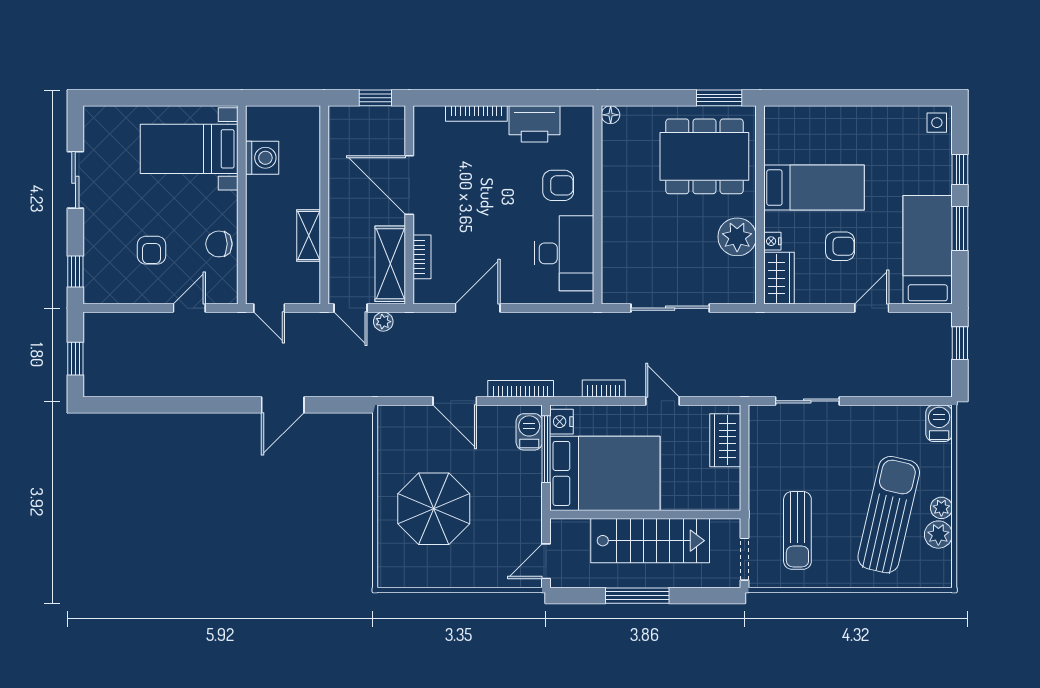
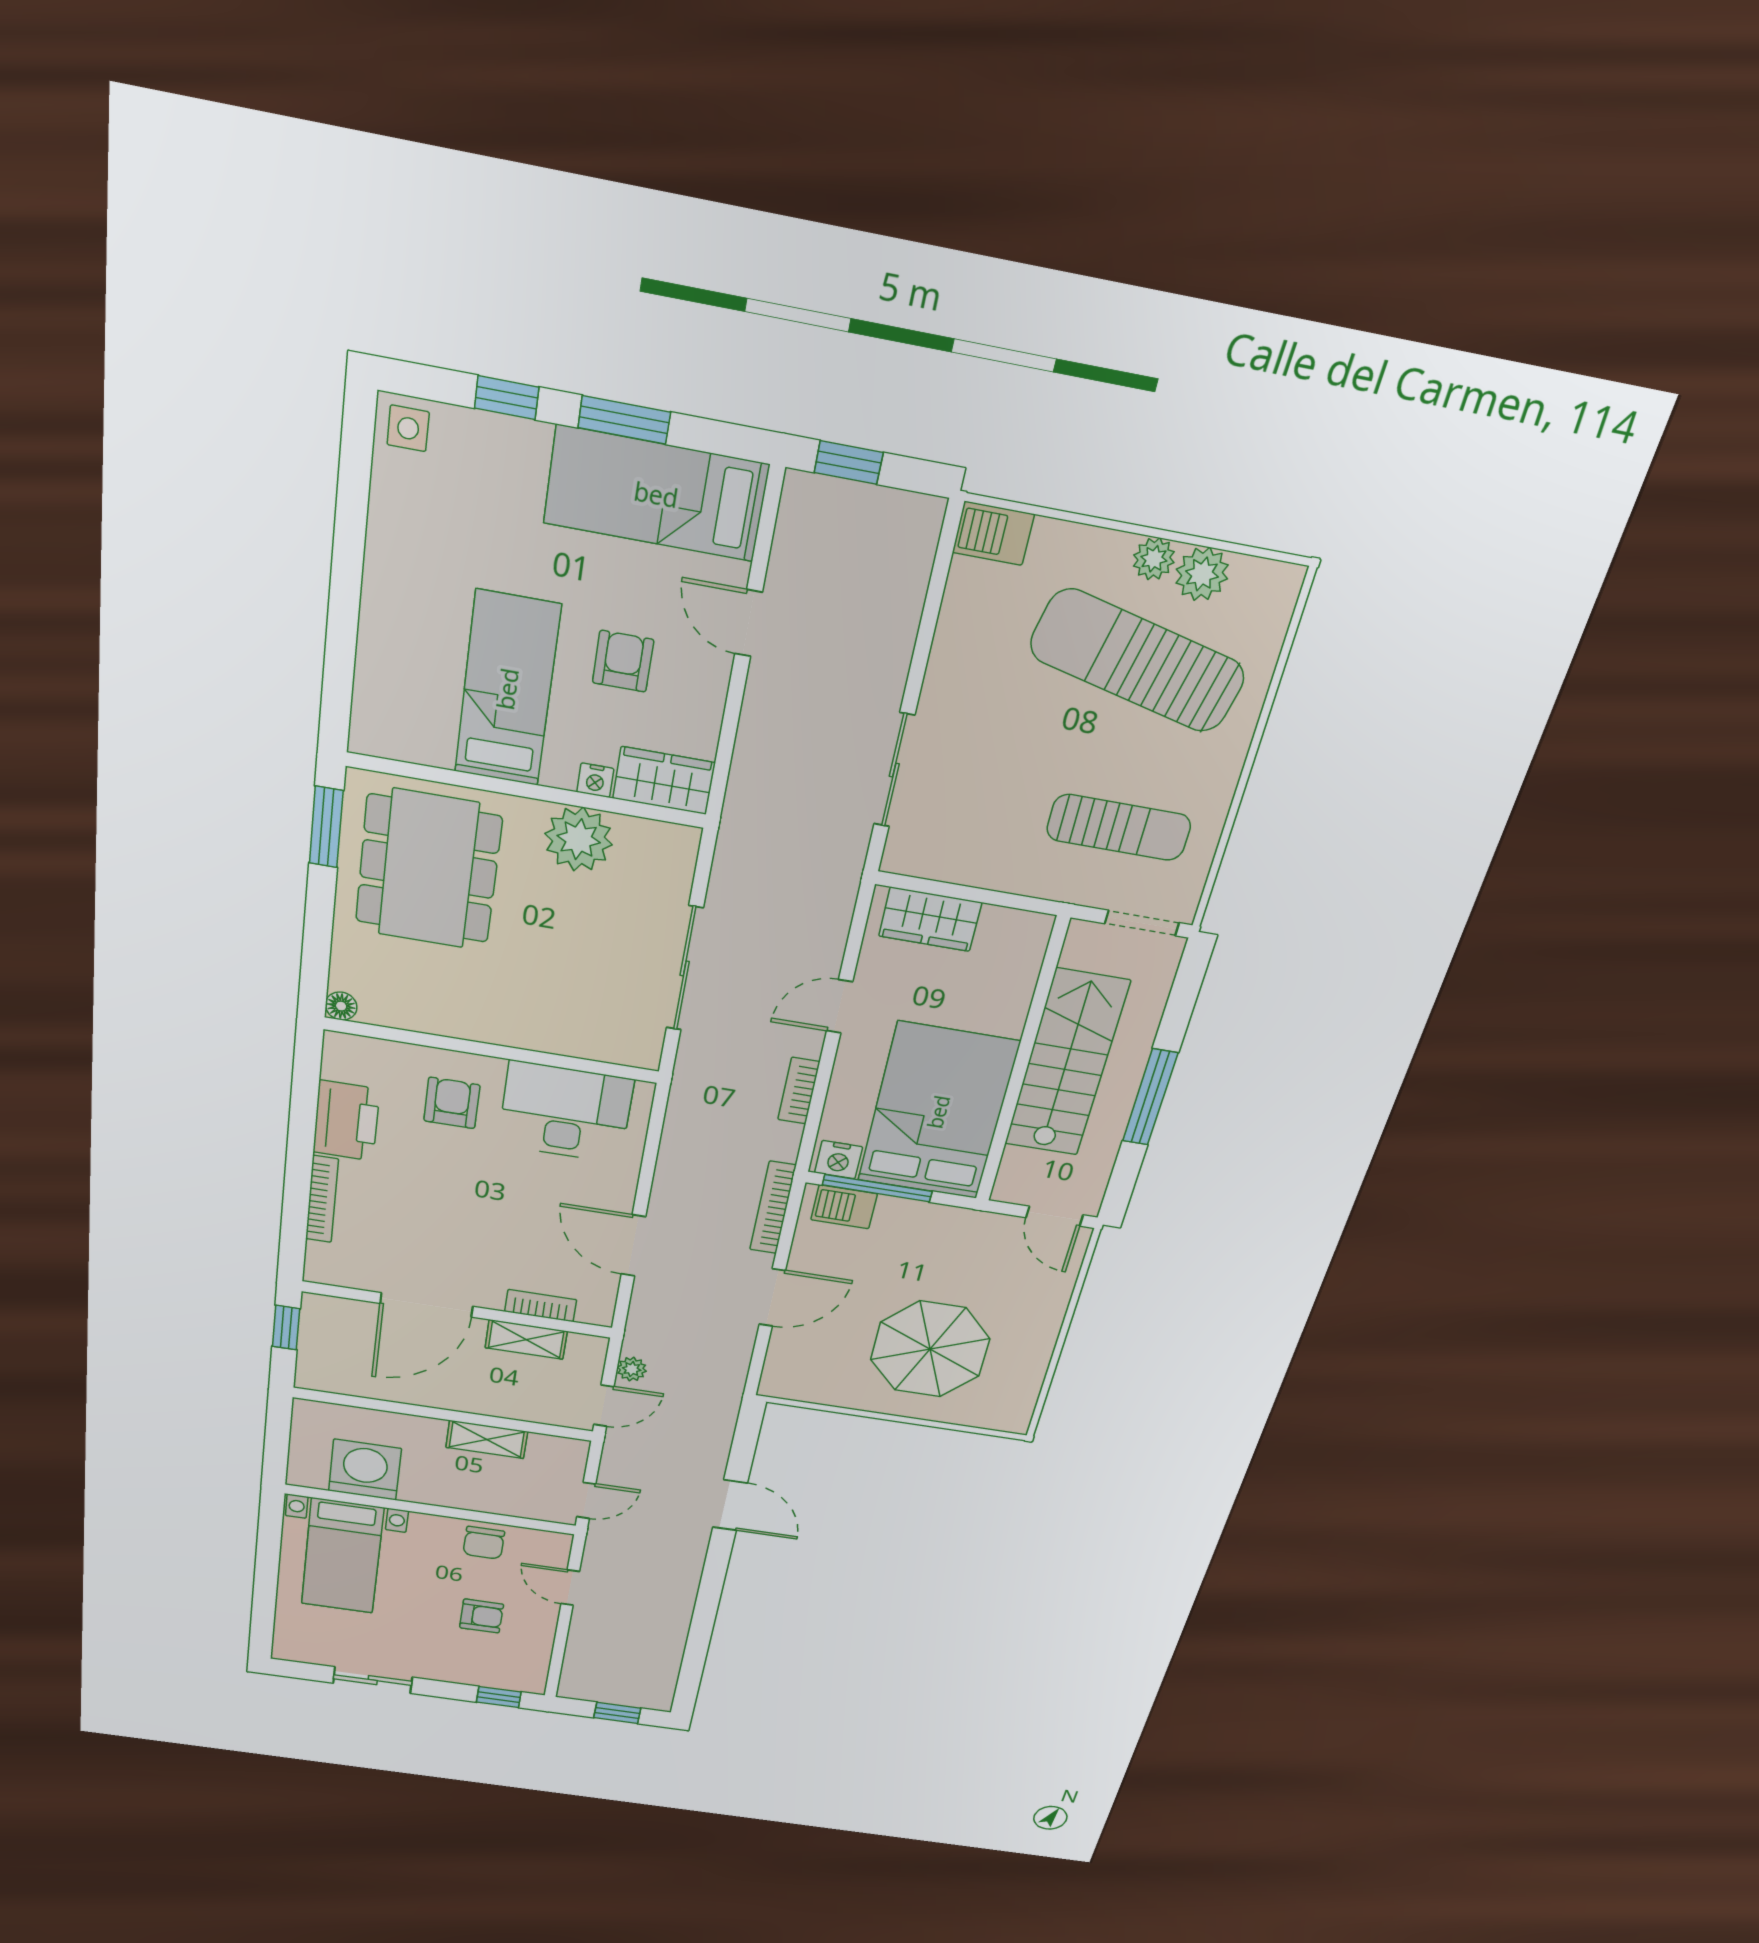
washing machine: (262, 158) -> (365, 1470), width x1.37, depth x1.37
shelving: (390, 264) -> (526, 1339), width x0.67, depth x0.75

